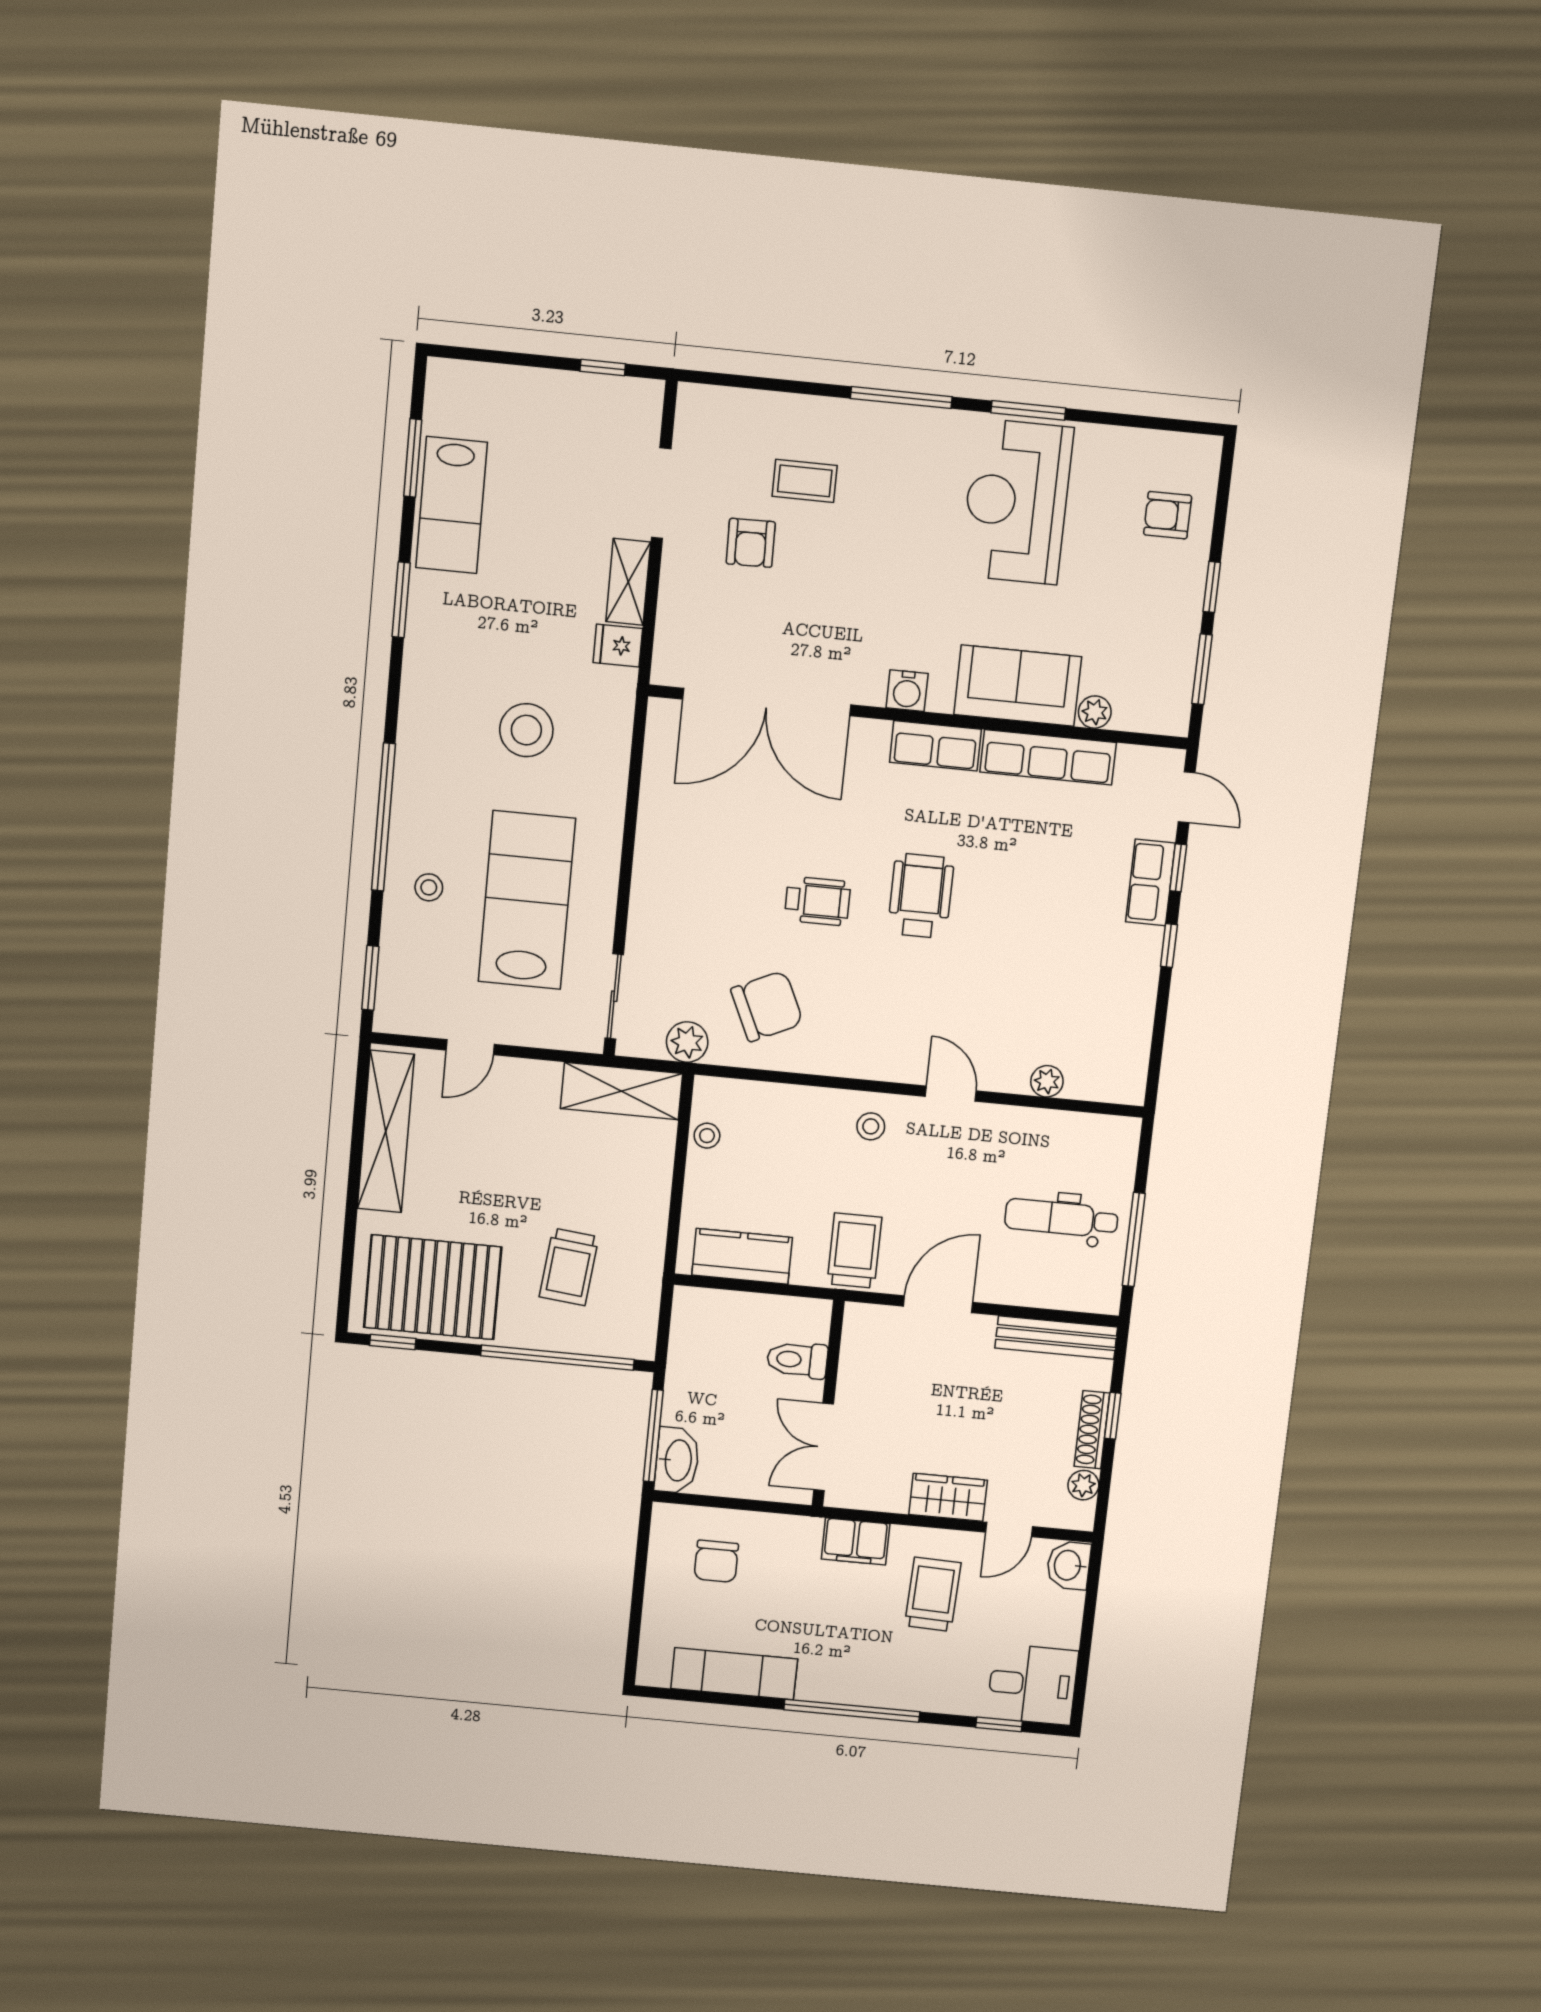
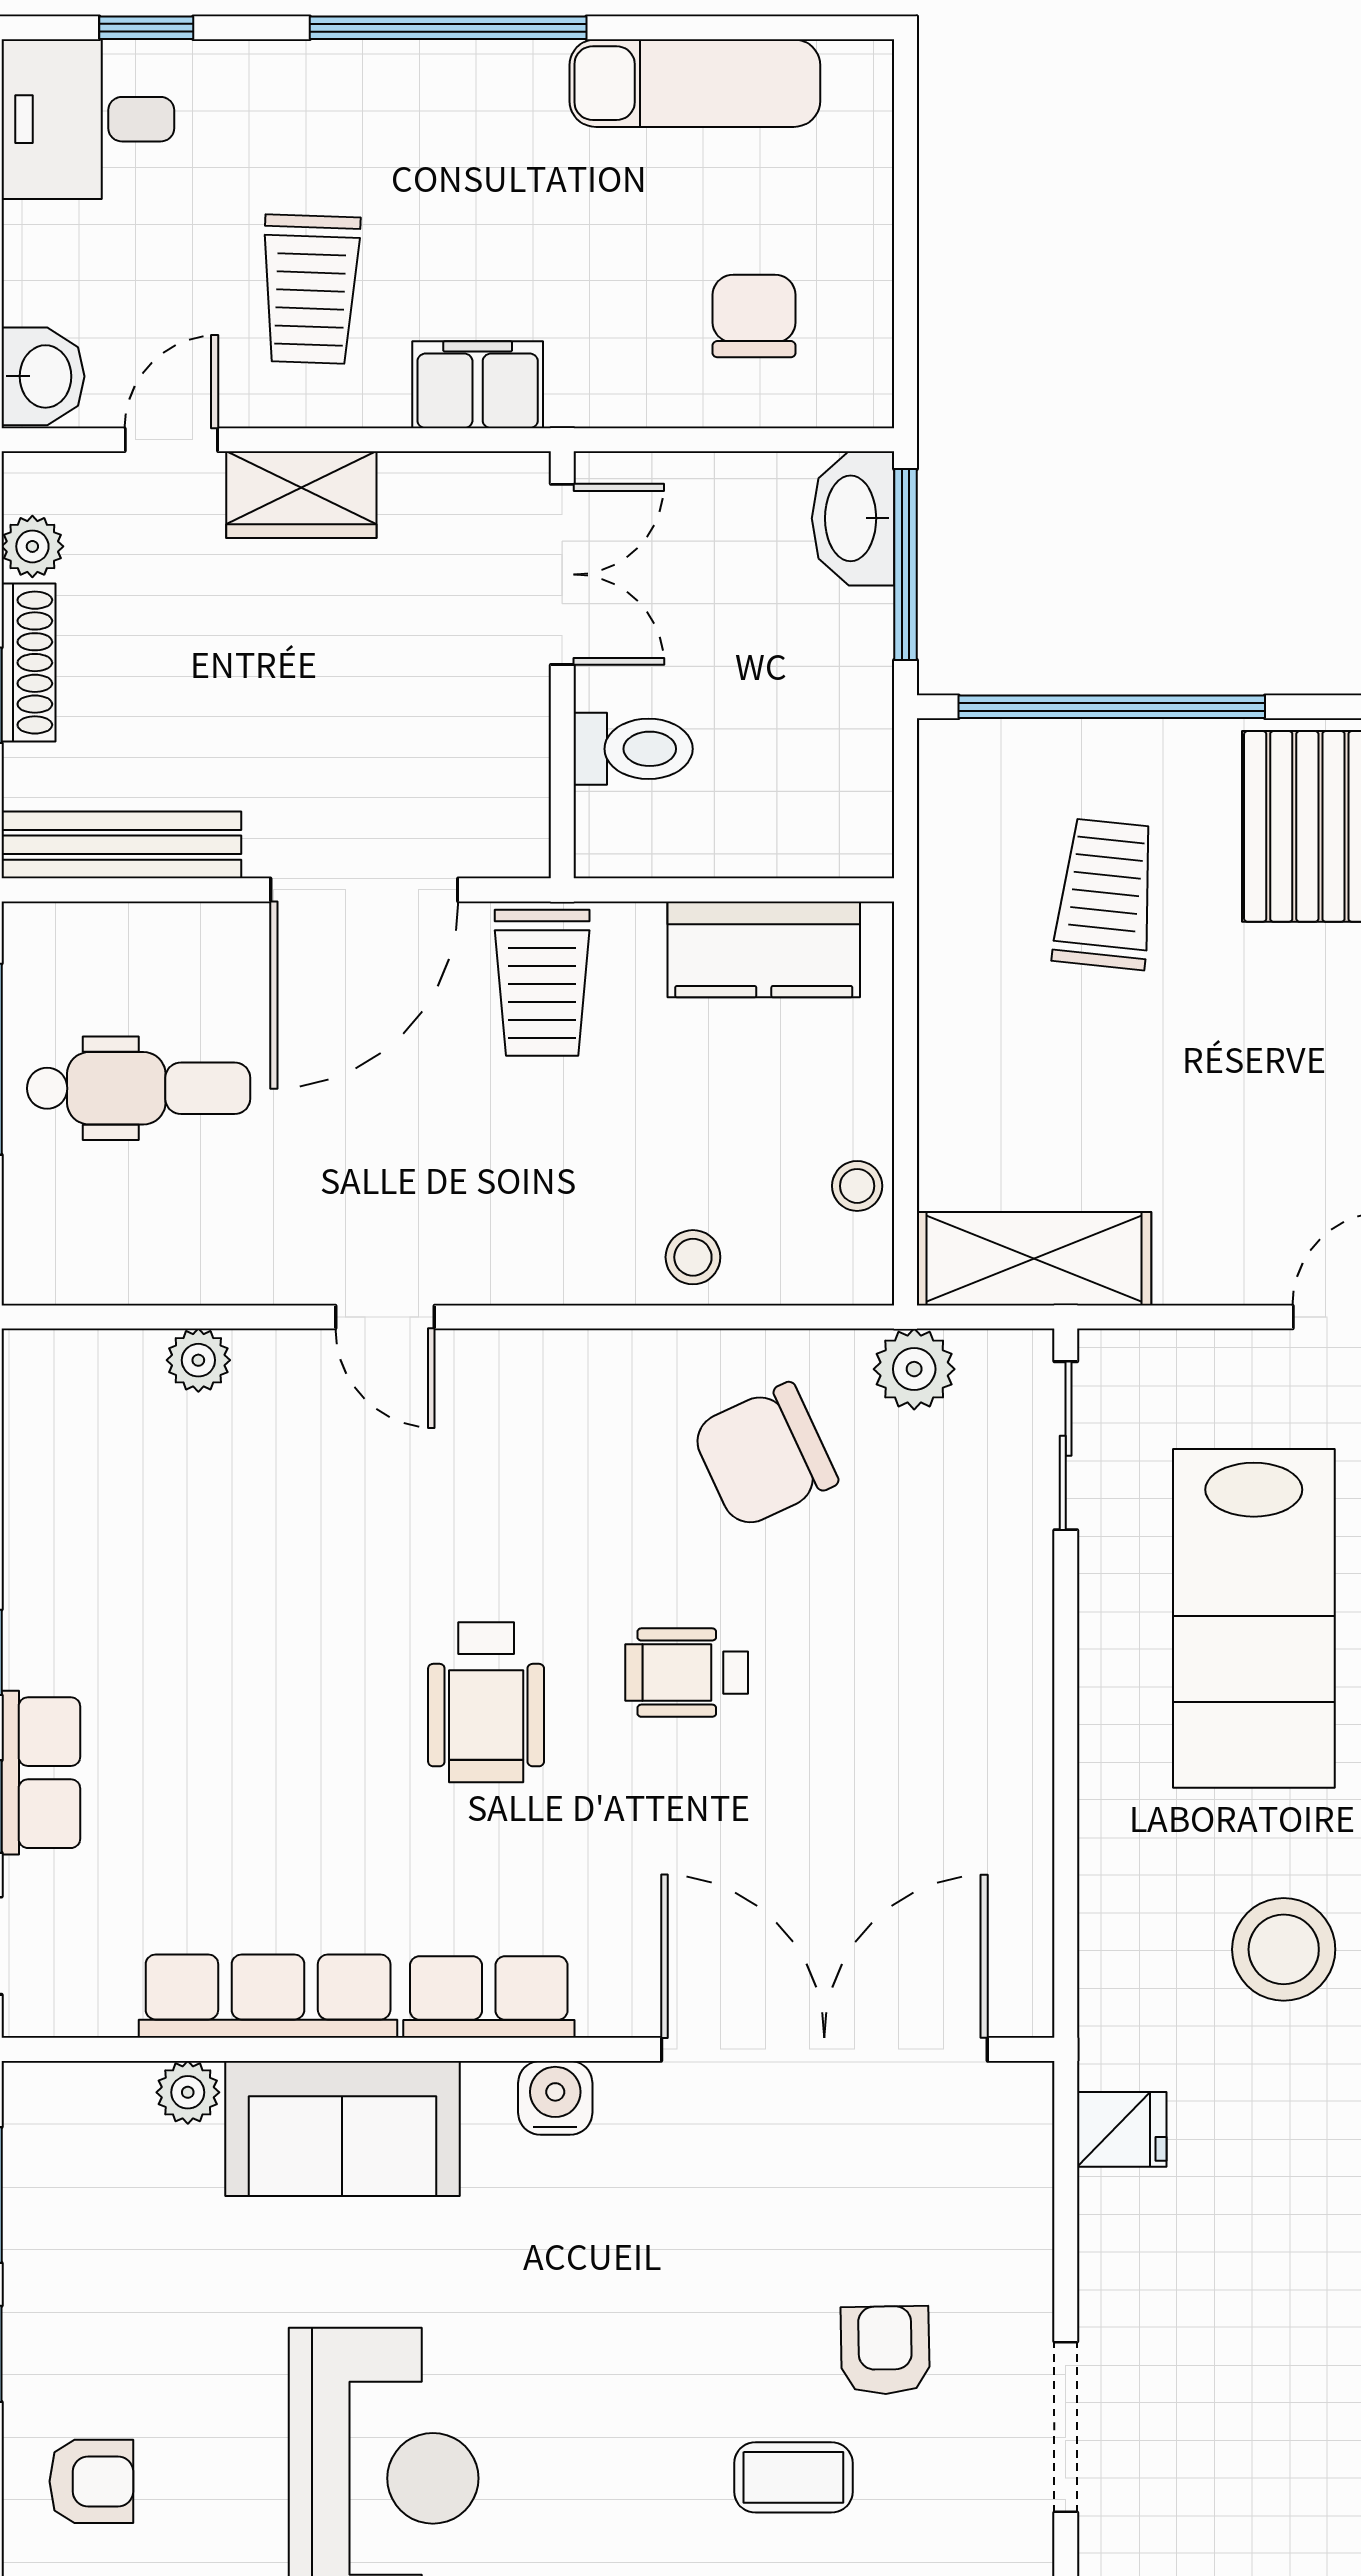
shelving: (628, 582) -> (1113, 2253), removed
stool: (871, 1126) -> (693, 1257), moved
door: (938, 1304) -> (364, 890), width x1.36

